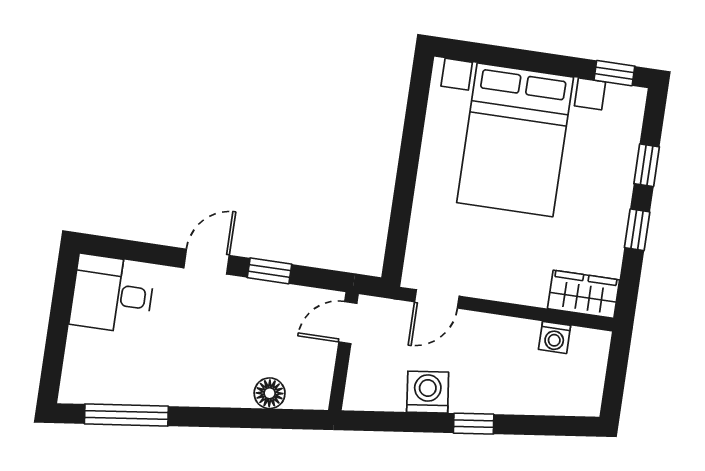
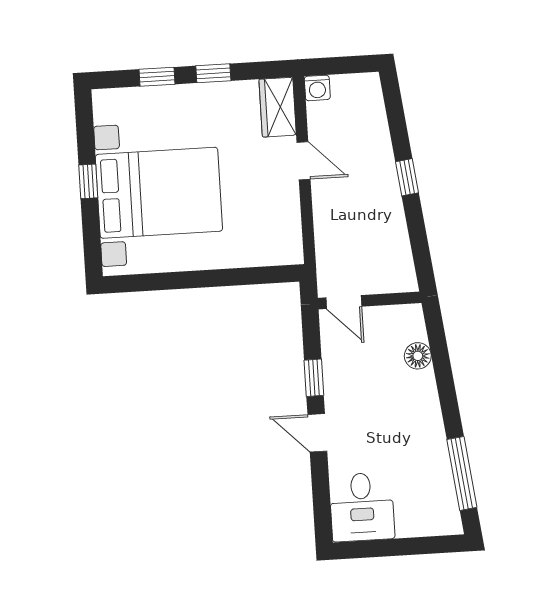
window: (614, 73) -> (88, 181), moved
door: (437, 299) -> (304, 161), moved
washing machine: (555, 337) -> (317, 88), moved, turned 90
washing machine: (428, 392) -> (389, 222), removed

